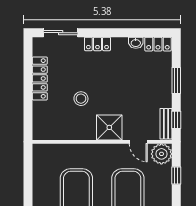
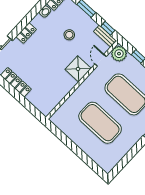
stool: (81, 99) -> (69, 35), moved
door: (138, 142) -> (101, 60), swing flipped

